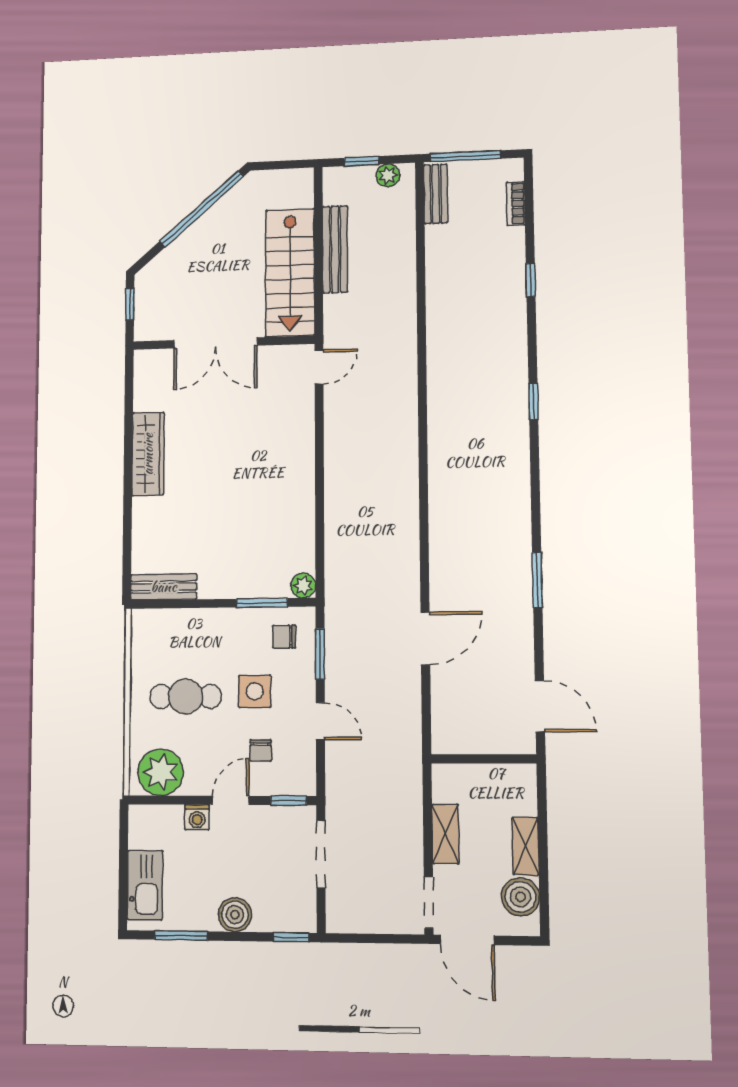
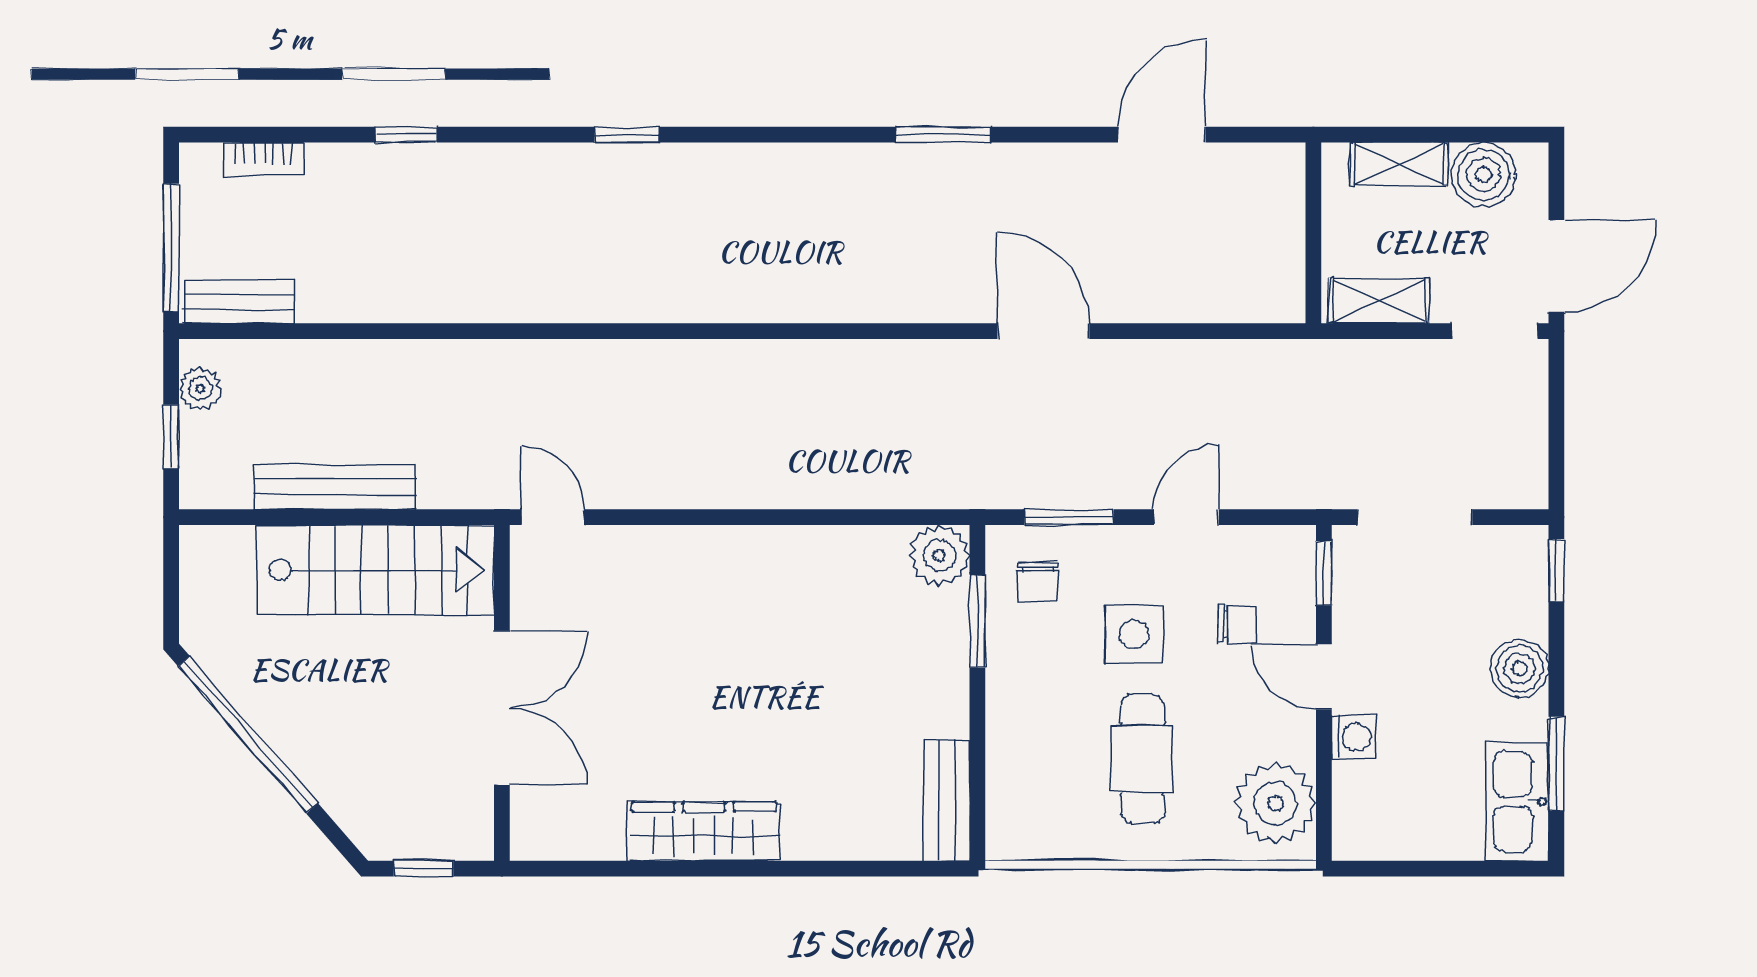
plant: (303, 586) -> (939, 555), width x1.38, depth x1.38
wall: (484, 759) -> (1313, 233), moved
kitchen sink: (145, 885) -> (1517, 801), moved, turned -90

